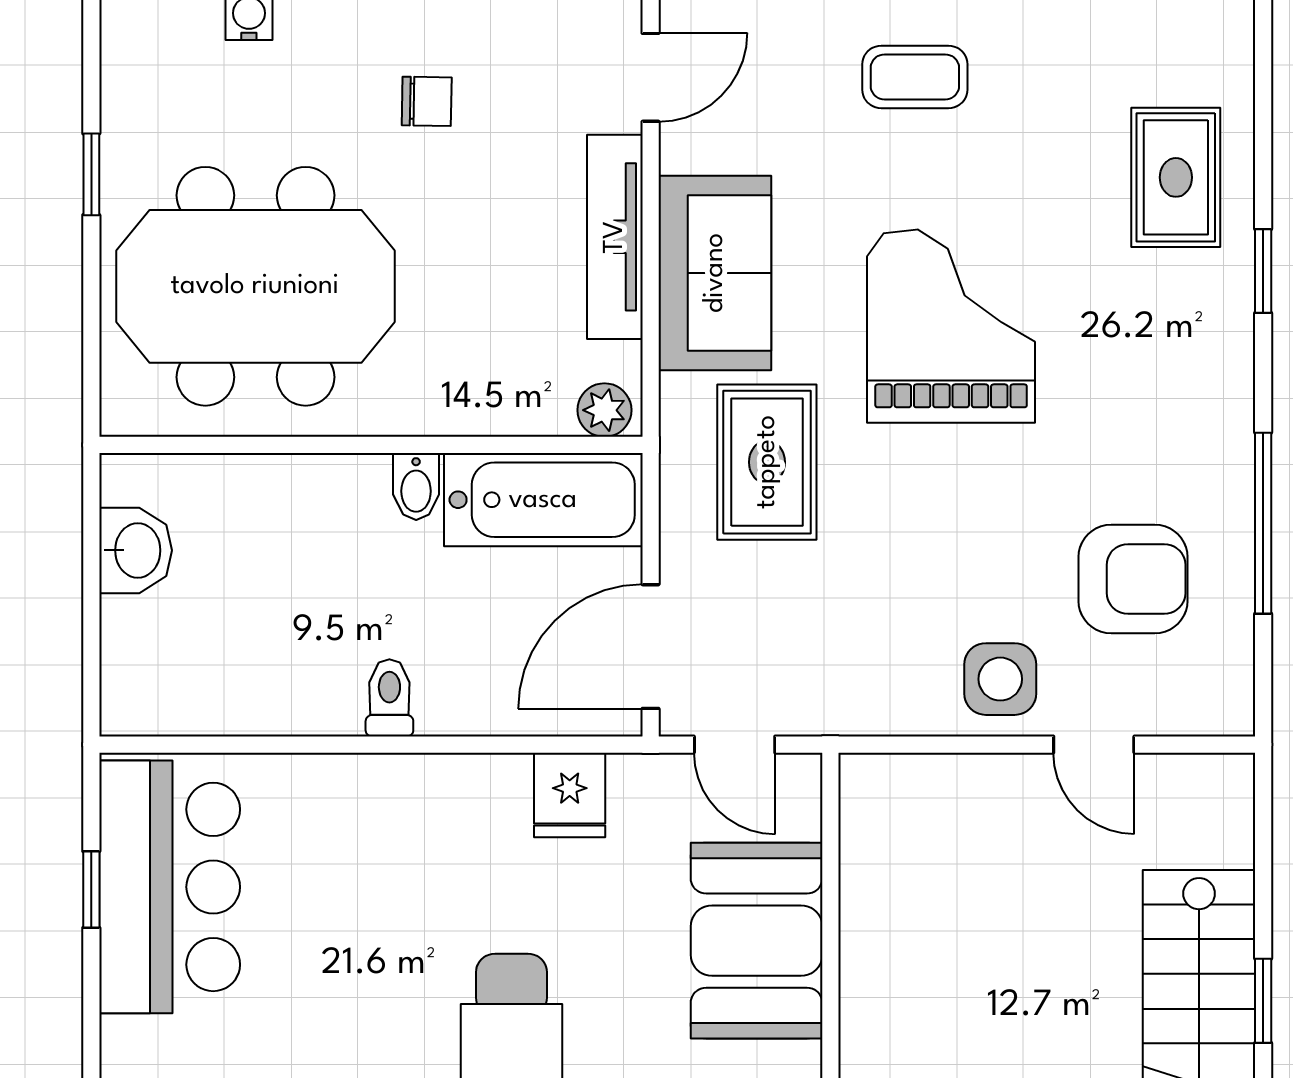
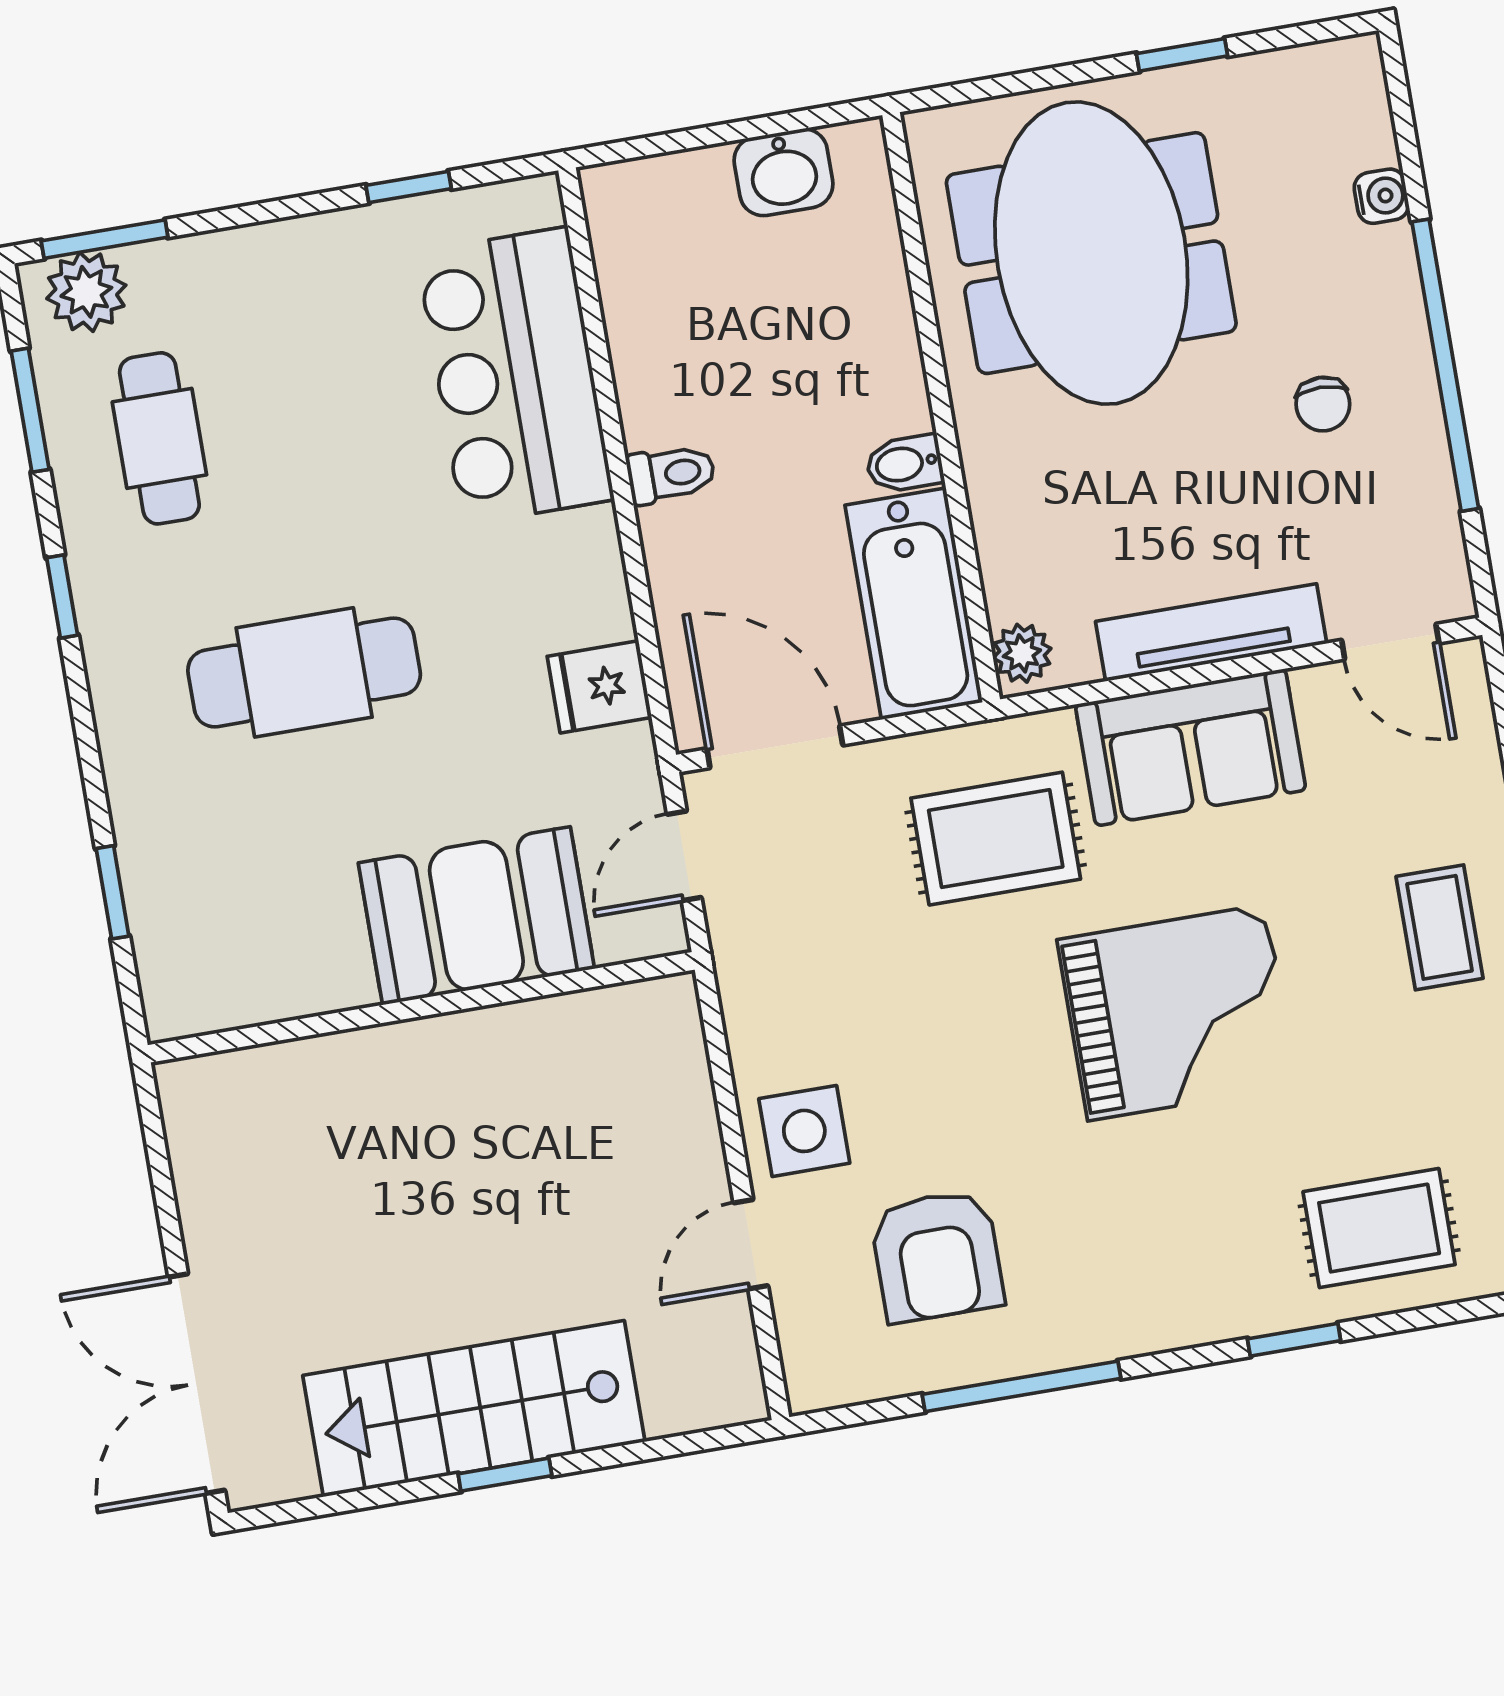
bar counter: (170, 887) -> (515, 376), moved, turned 90

